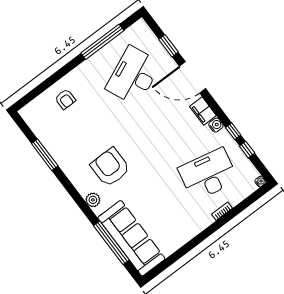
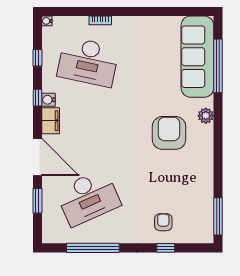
window: (49, 82) -> (166, 248), added
window: (233, 131) -> (37, 98), moved
window: (45, 155) -> (218, 216), moved
armchair: (110, 167) -> (169, 133), turned 180

